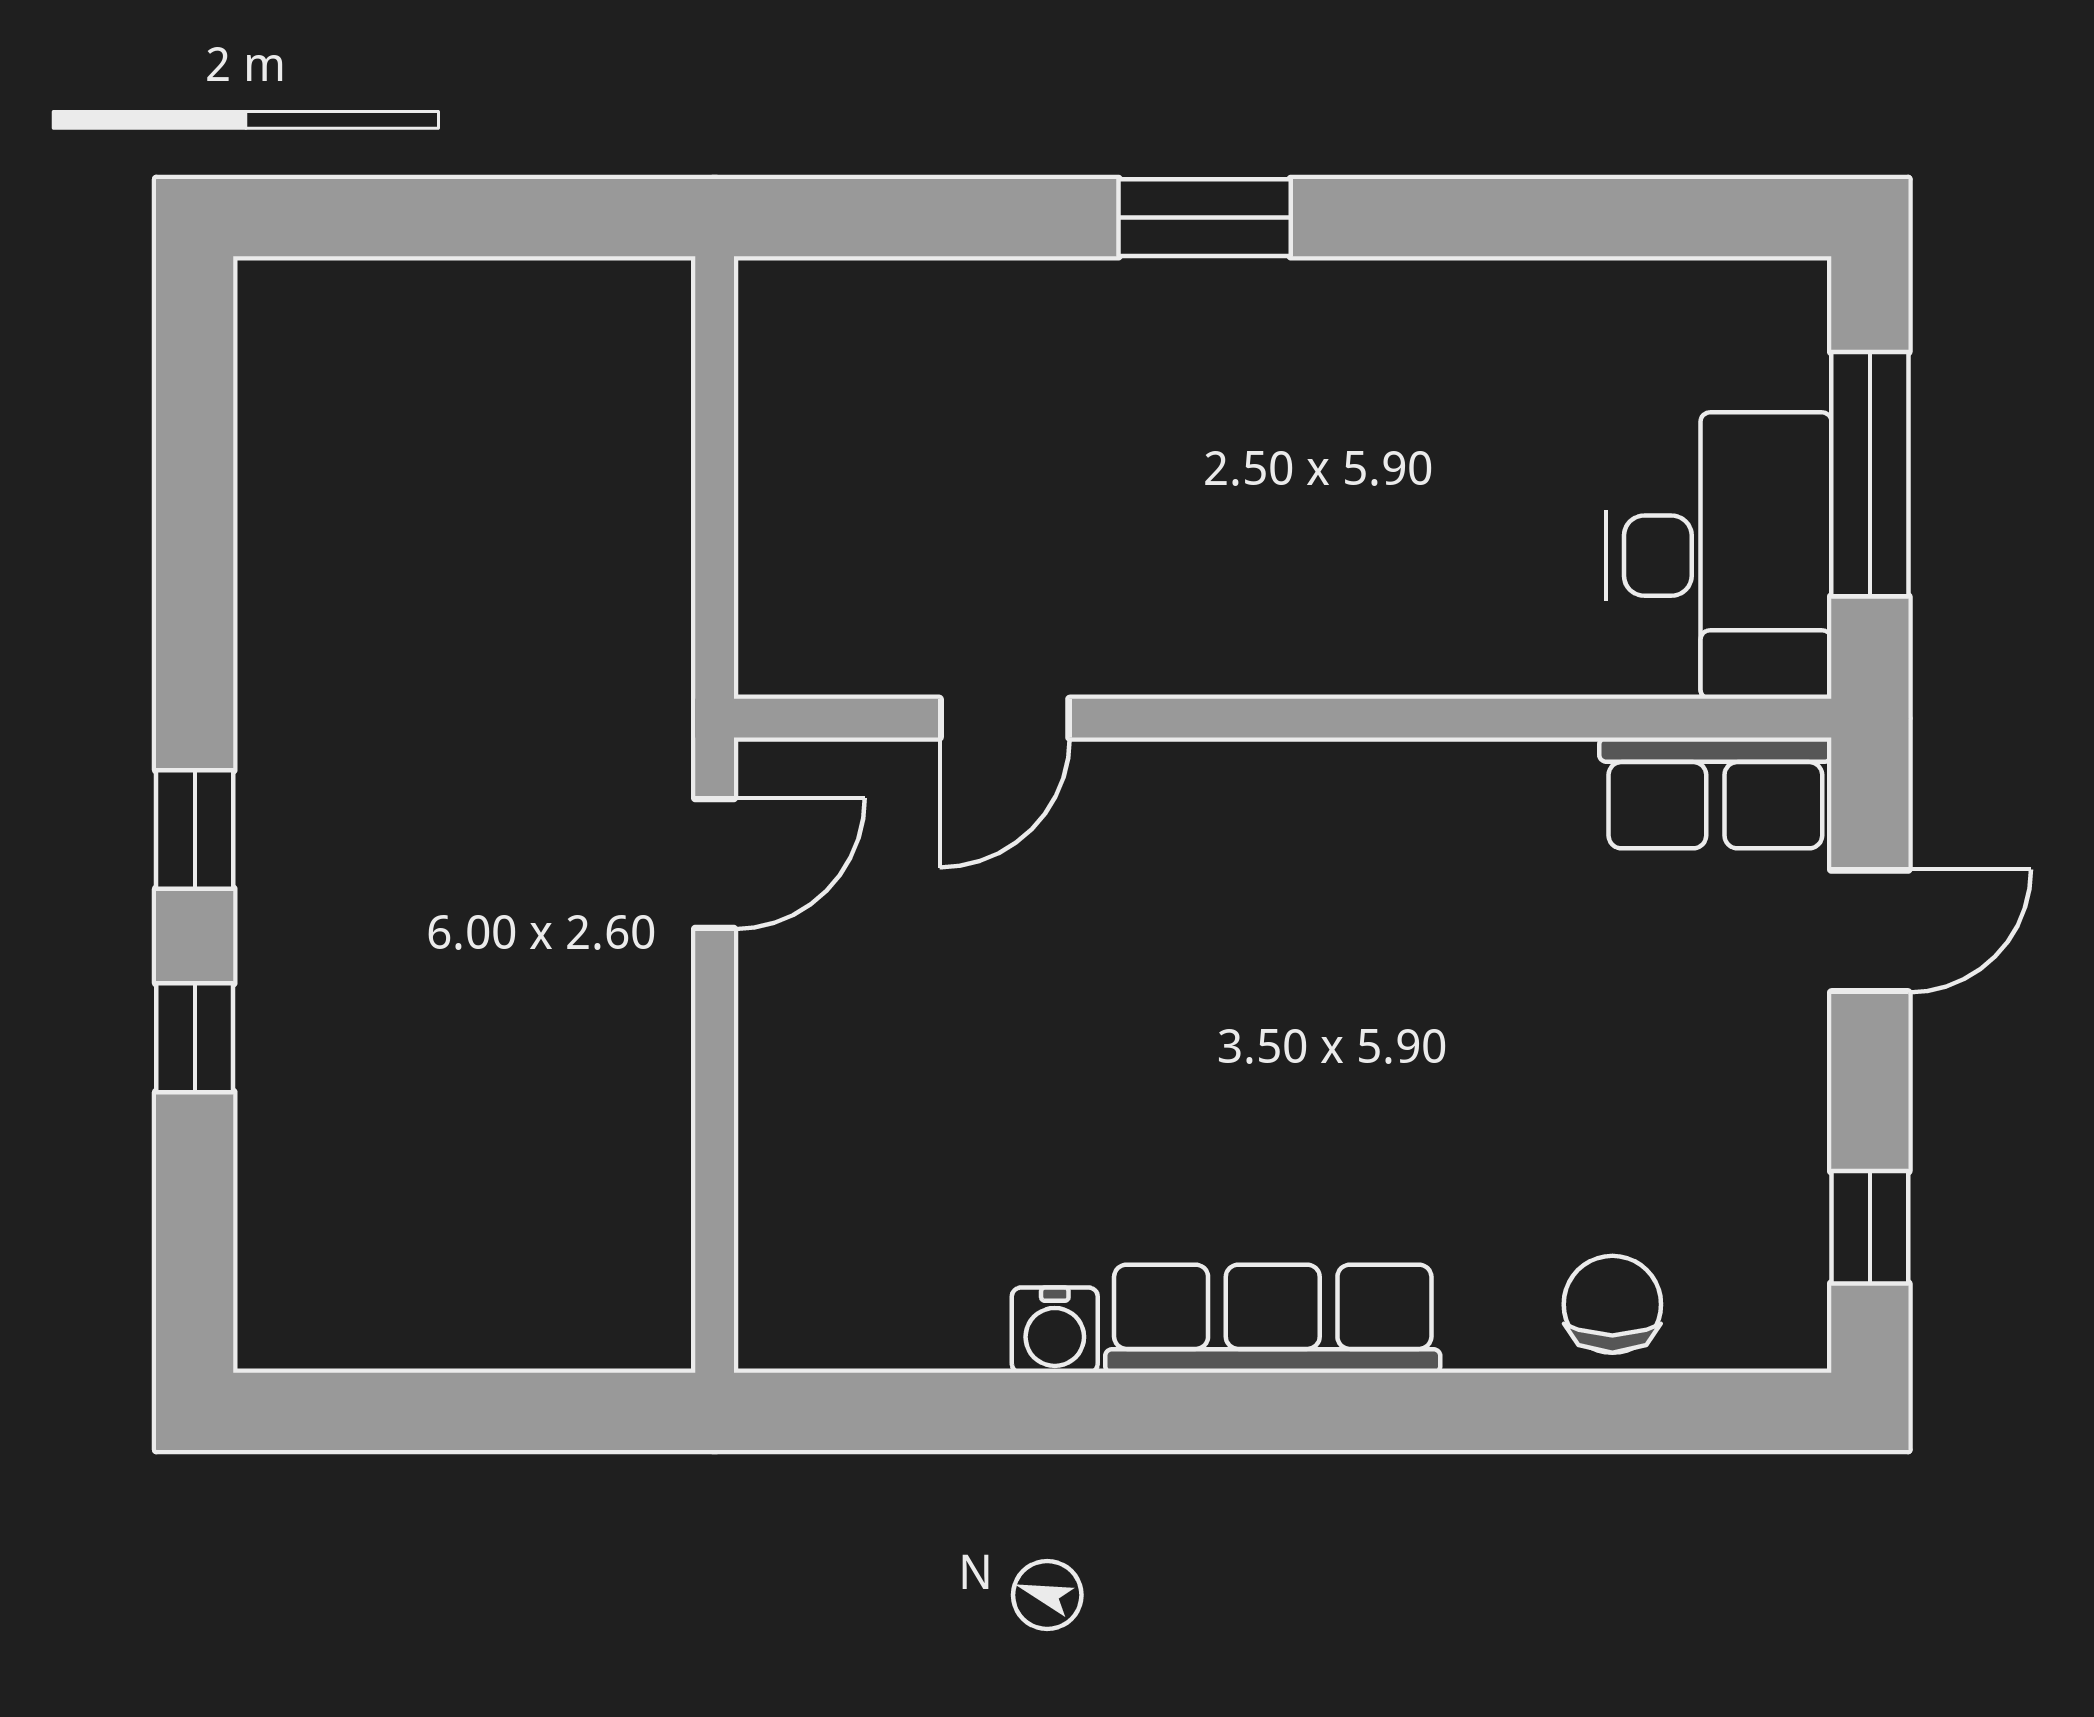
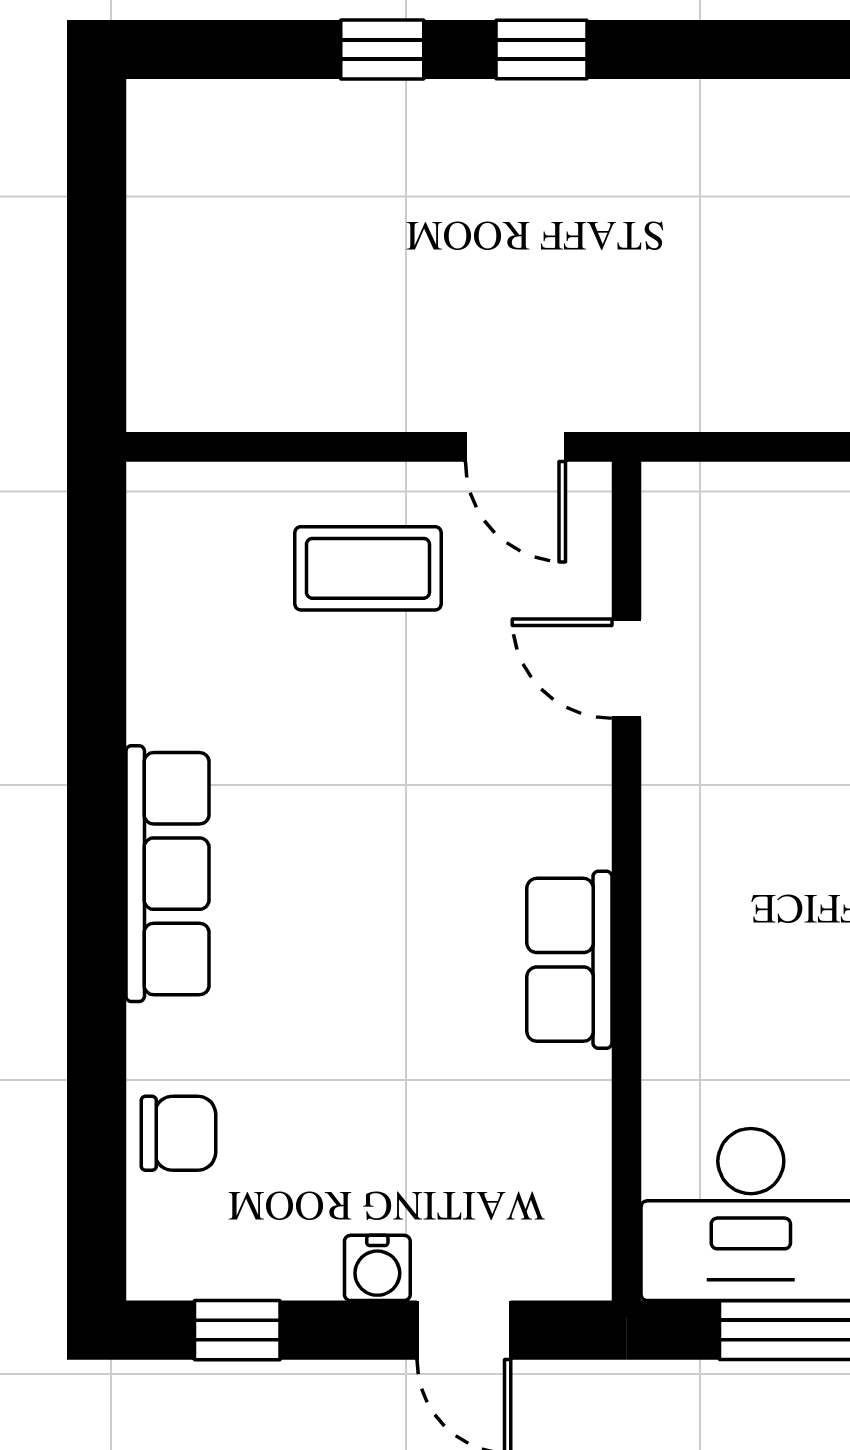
row of seats: (1715, 793) -> (569, 960), moved
coffee table: (873, 1056) -> (368, 568), added
water cooler: (1055, 1330) -> (377, 1268), moved, turned -90

